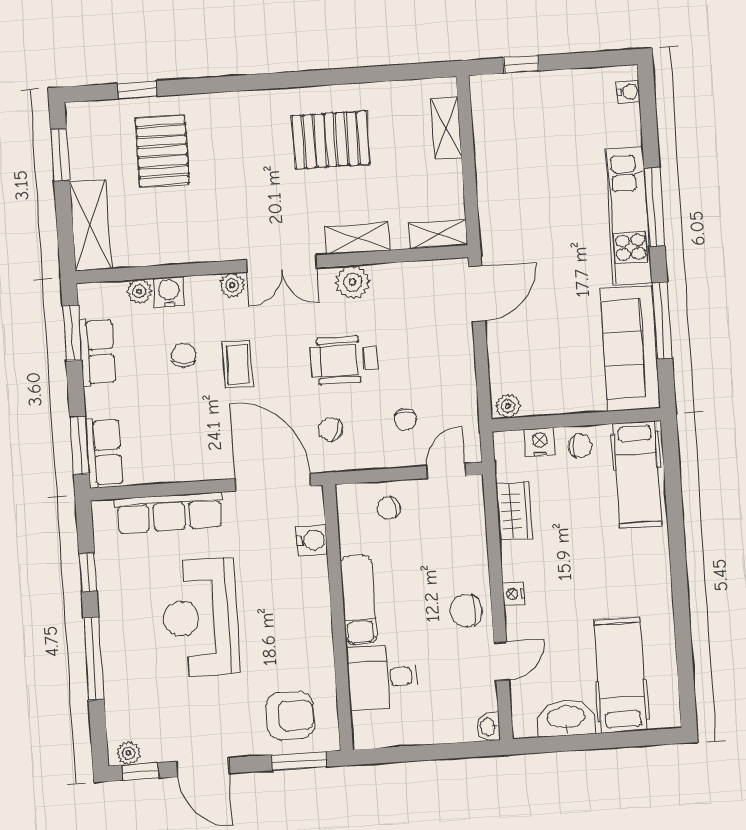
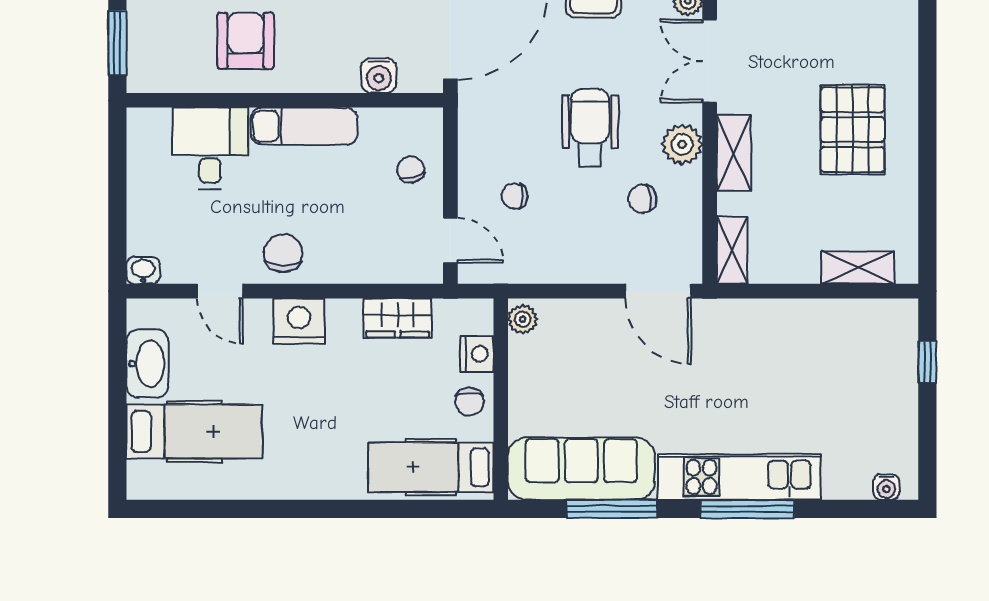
chair: (330, 429) -> (642, 199), moved, turned -119
nightstand: (514, 594) -> (299, 321), width x1.89, depth x1.79
armchair: (290, 716) -> (246, 41), moved, turned 180

